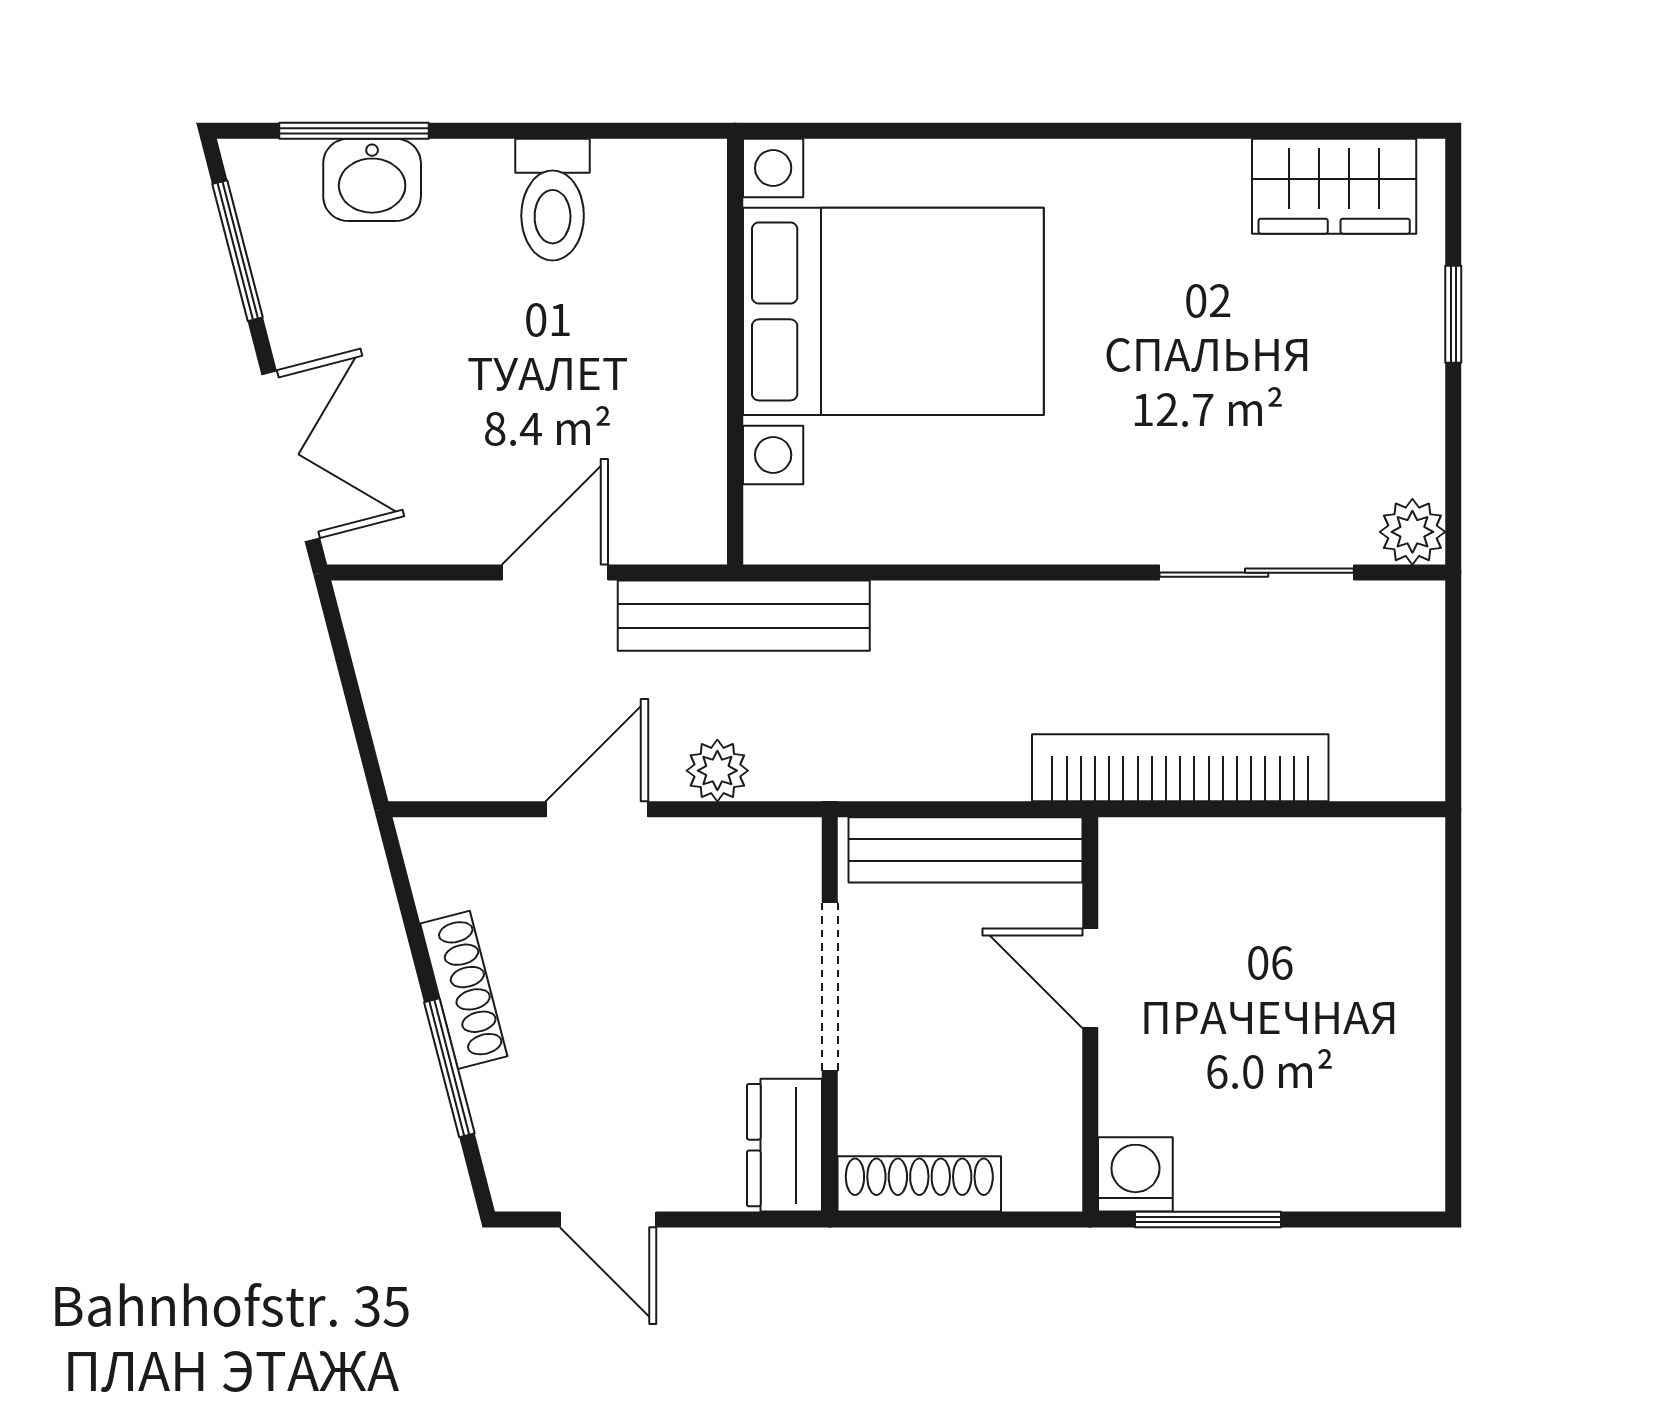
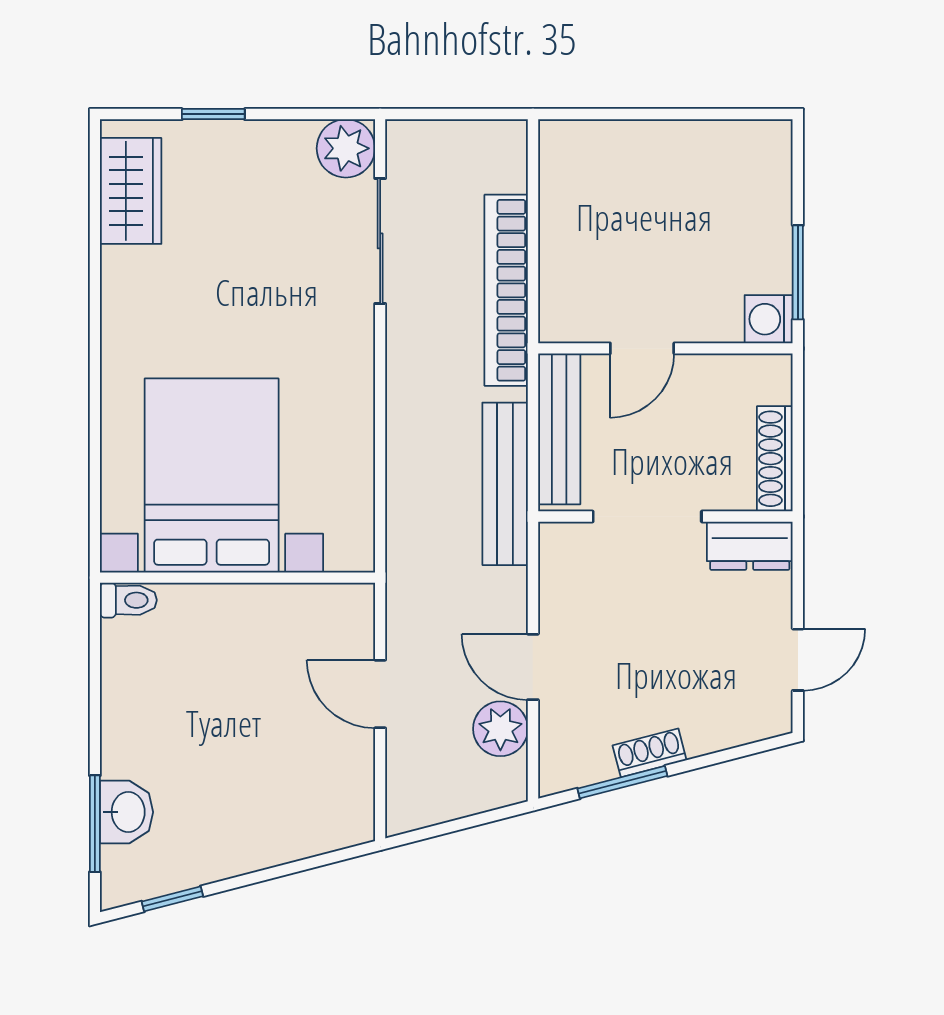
toilet: (553, 200) -> (128, 600), moved, width x0.73, depth x0.72
window: (238, 251) -> (172, 899), width x0.67
double door: (291, 456) -> (305, 864), removed
plant: (1412, 532) -> (346, 148), width x1.38, depth x1.38
bench: (744, 616) -> (505, 484), moved
plant: (717, 771) -> (500, 729), moved, width x1.38, depth x1.38
shoe rack: (464, 990) -> (650, 753), width x0.70
window: (449, 1068) -> (622, 782), moved

